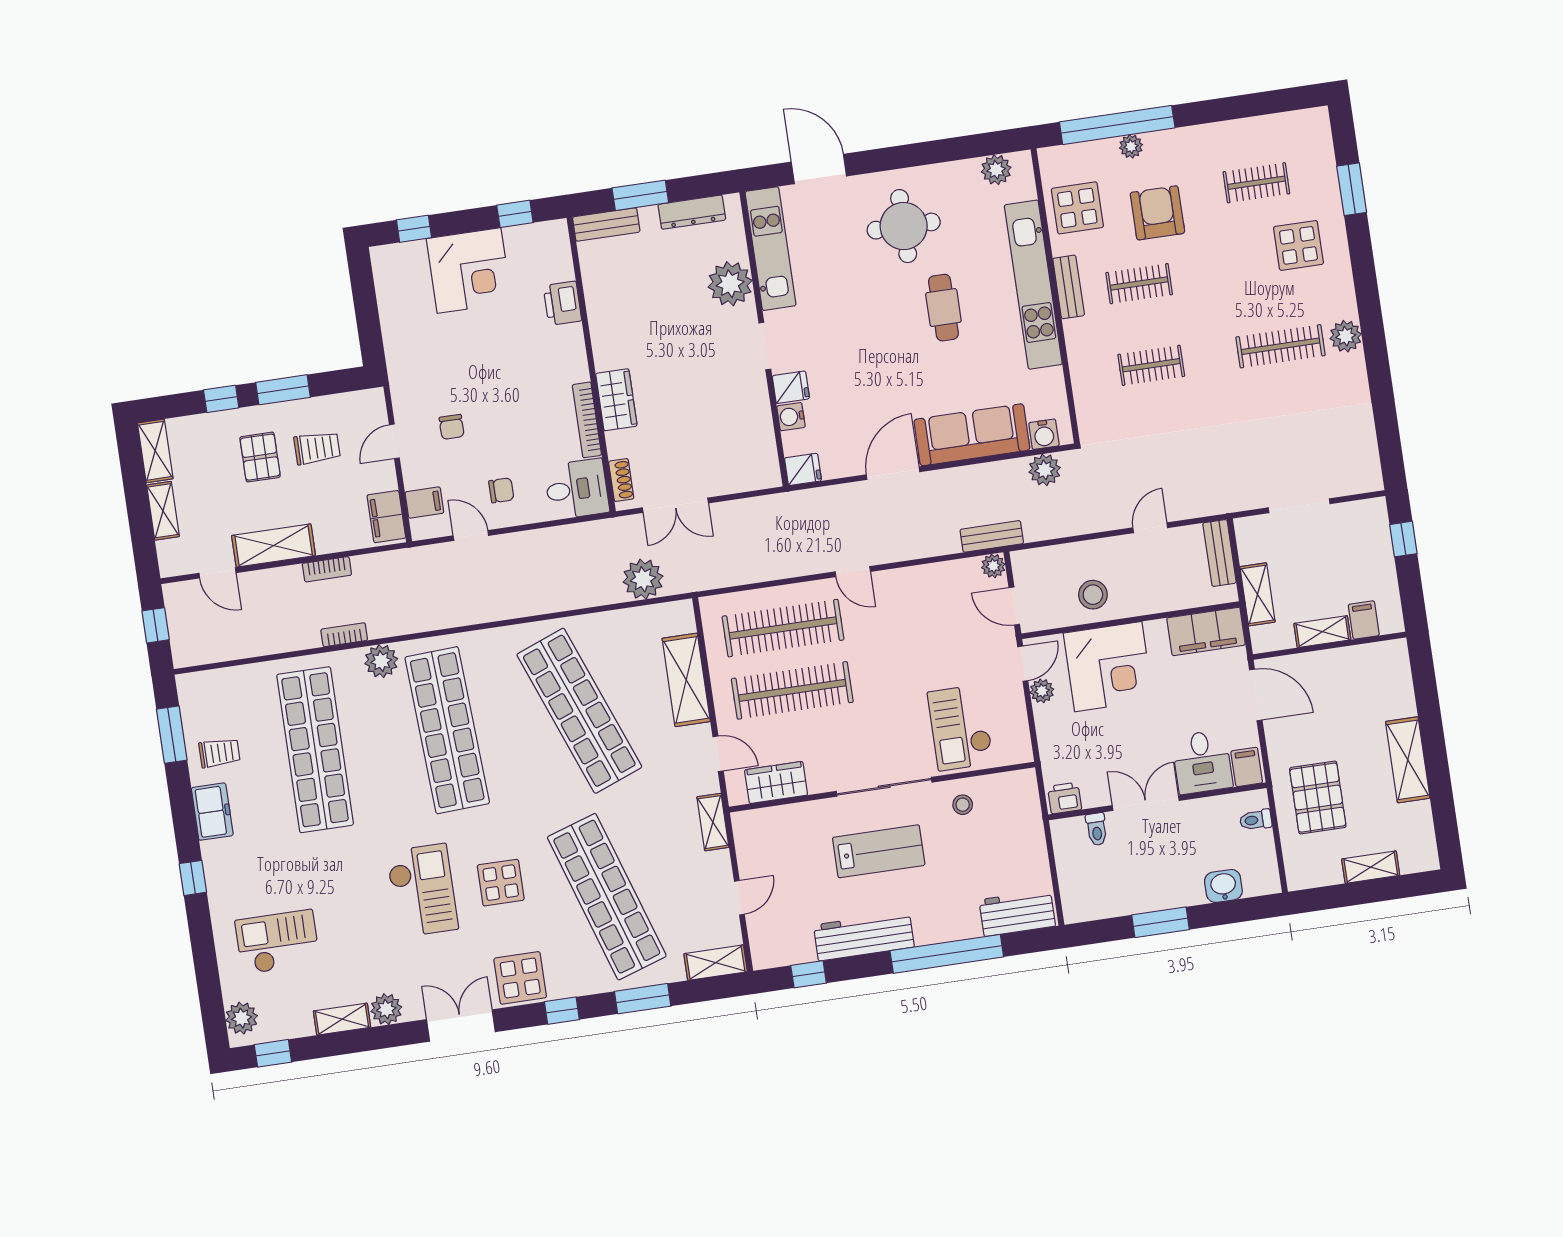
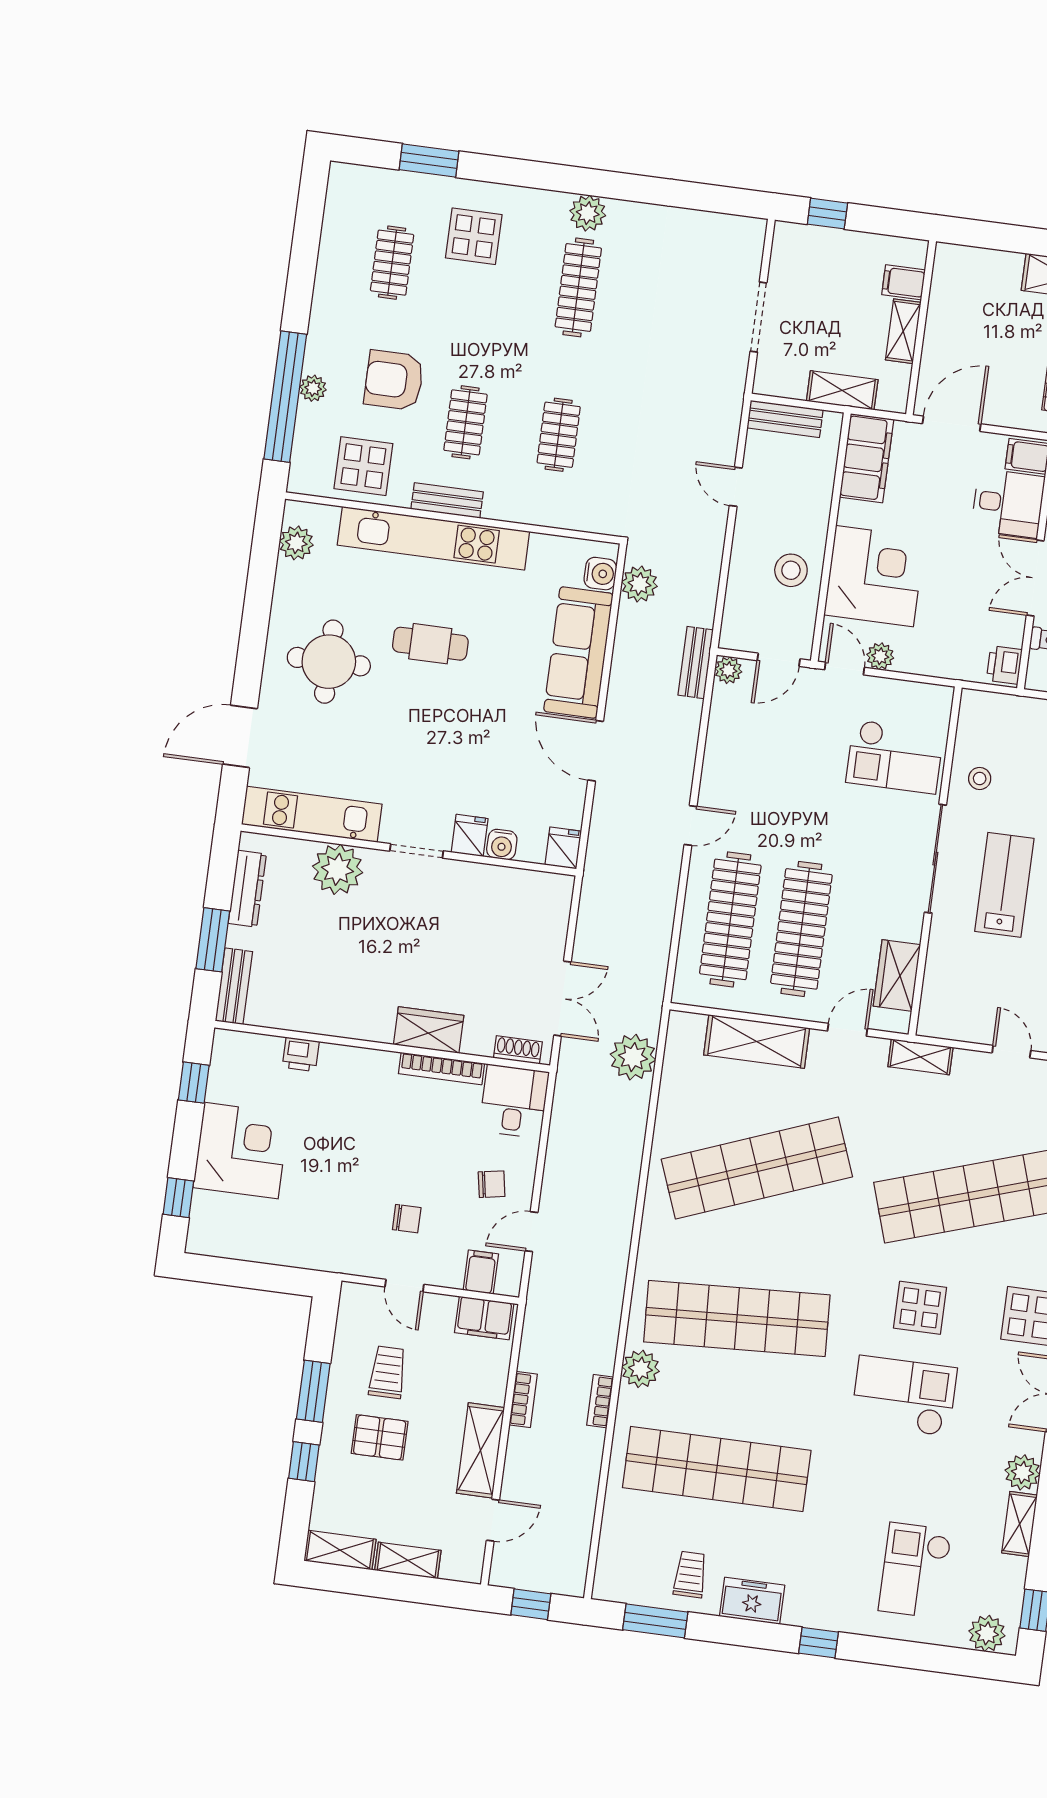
printer: (562, 303) -> (301, 1054), width x0.73, depth x0.81
chair: (501, 490) -> (492, 1184), turned 80

